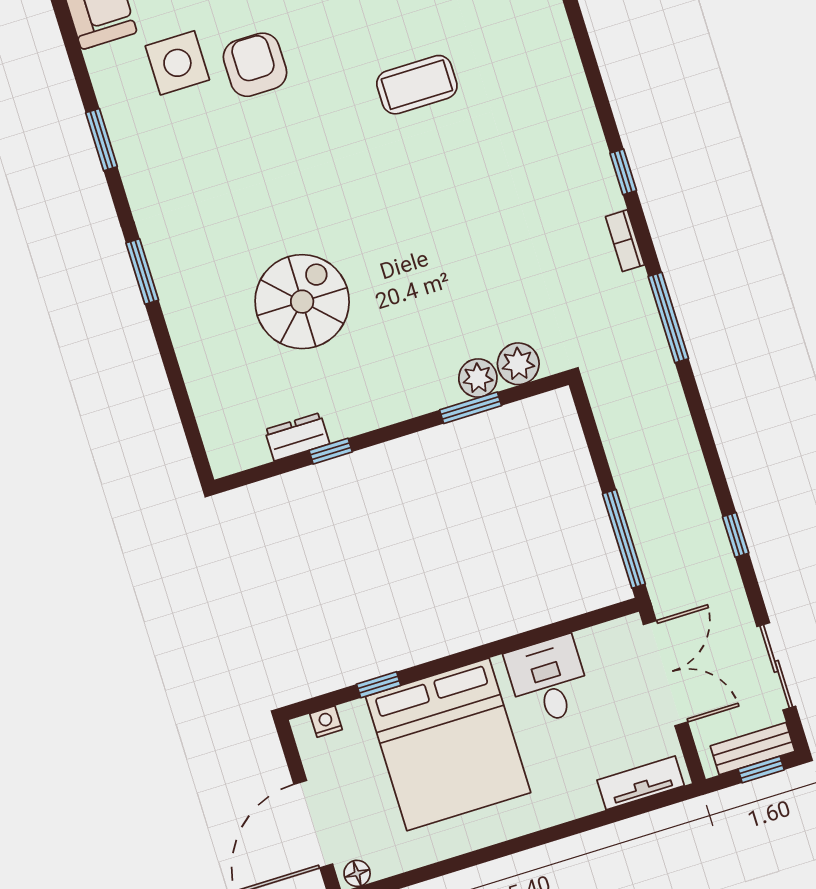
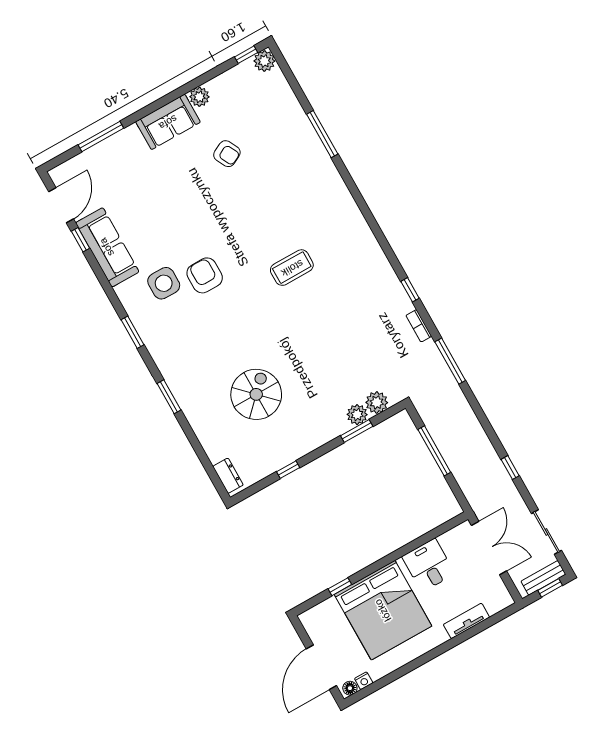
dresser: (297, 437) -> (228, 476), moved, turned 90
window: (624, 539) -> (434, 451), moved
nightstand: (326, 722) -> (364, 681), moved, turned 180
tv unit: (641, 783) -> (466, 621), moved

